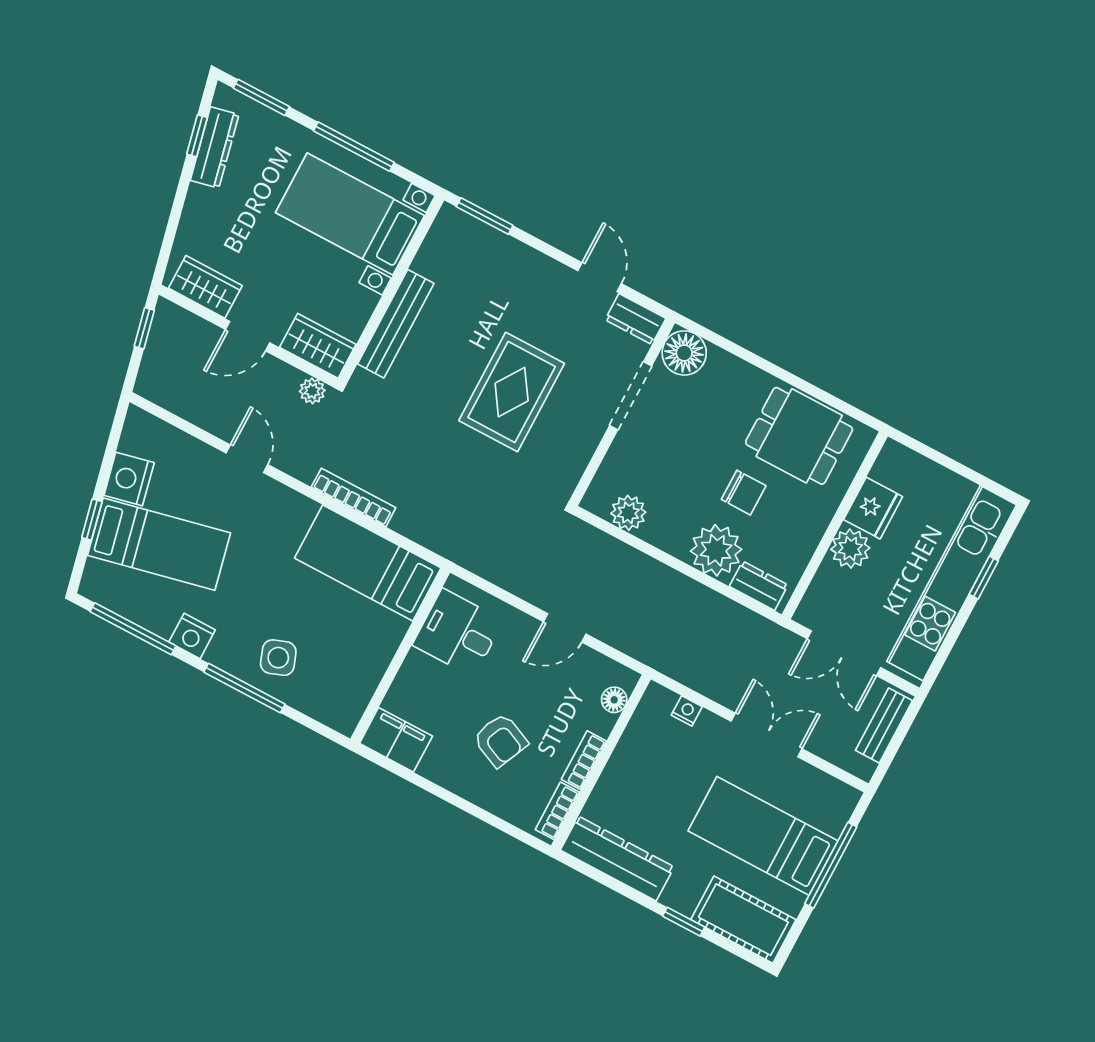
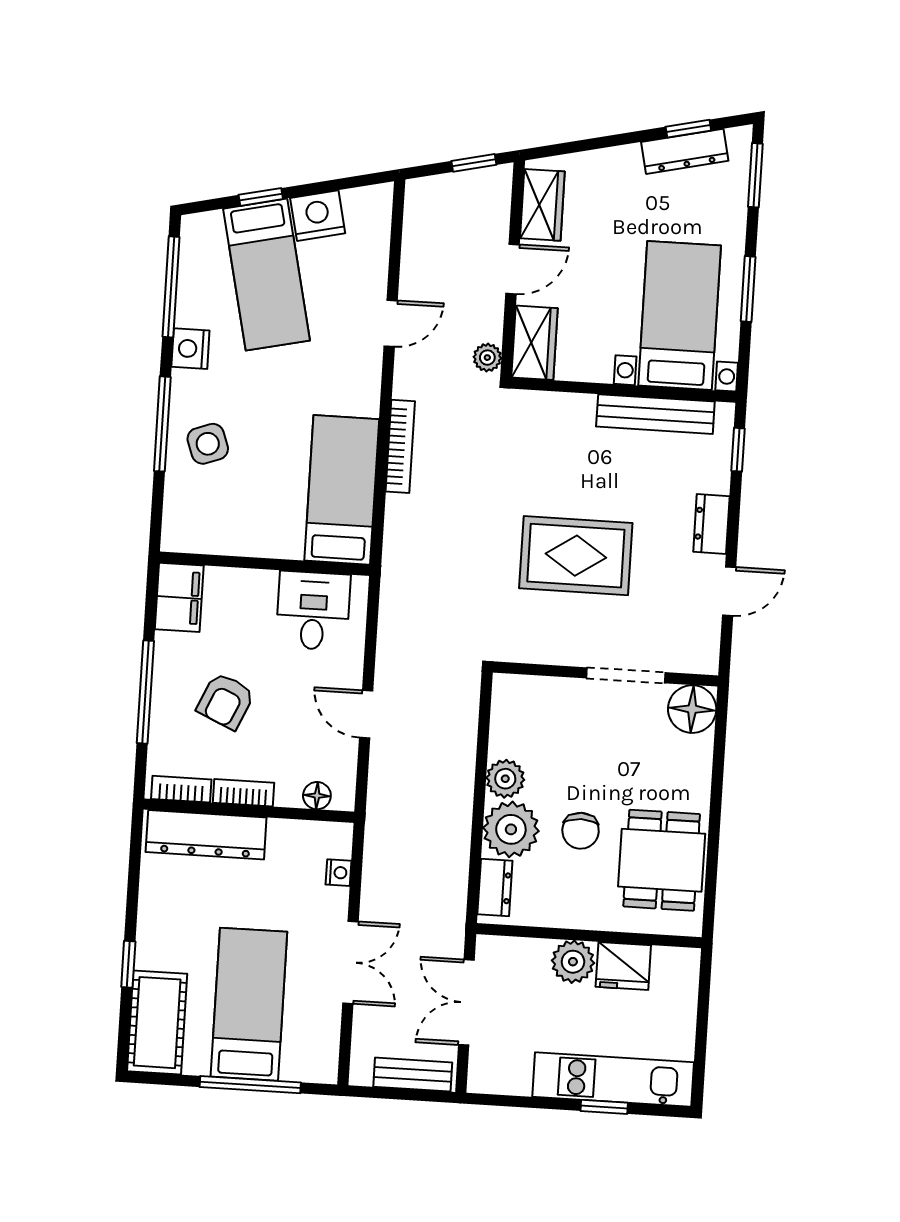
window: (354, 147) -> (748, 289), width x0.69
window: (485, 216) -> (738, 450), width x0.67
dresser: (635, 319) -> (711, 524), moved
bench: (396, 324) -> (655, 414), moved
door: (248, 336) -> (513, 269), swing flipped
plant: (628, 513) -> (505, 779), moved
kitchen unit: (952, 583) -> (613, 1079), width x0.73
window: (462, 804) -> (145, 692), added
dresser: (617, 859) -> (206, 835), moved, turned 90

